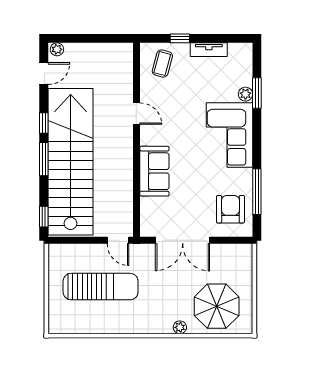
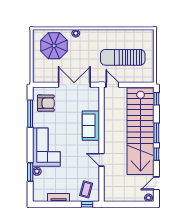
window: (180, 38) -> (87, 204), moved
armchair: (230, 209) -> (46, 103), turned -90

